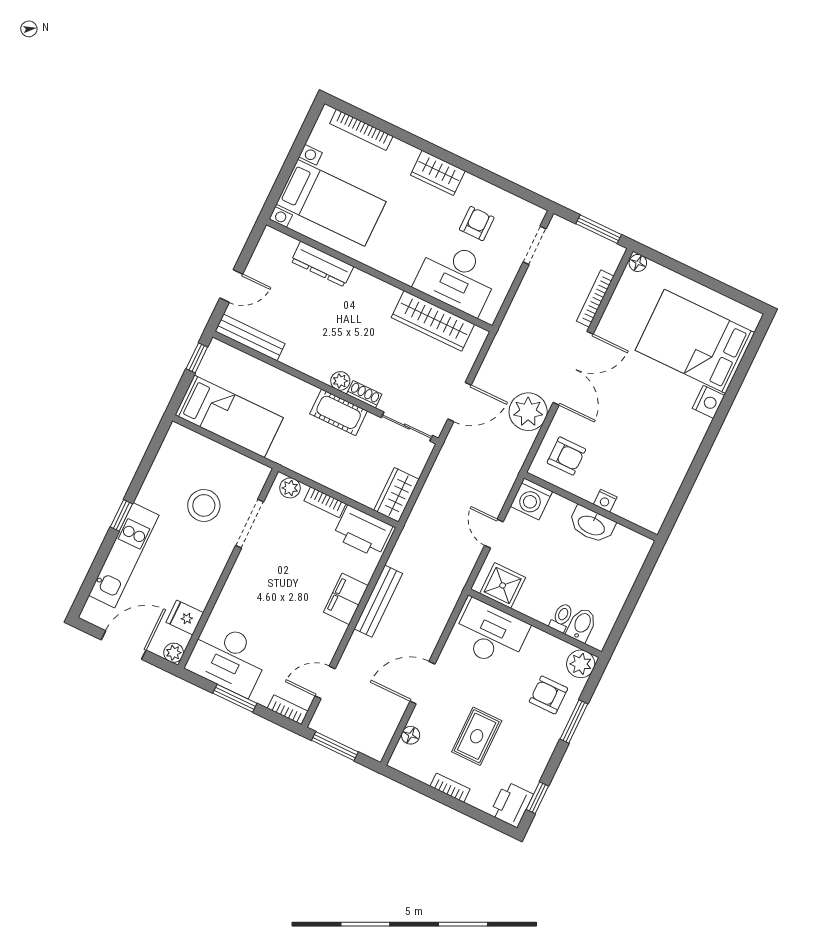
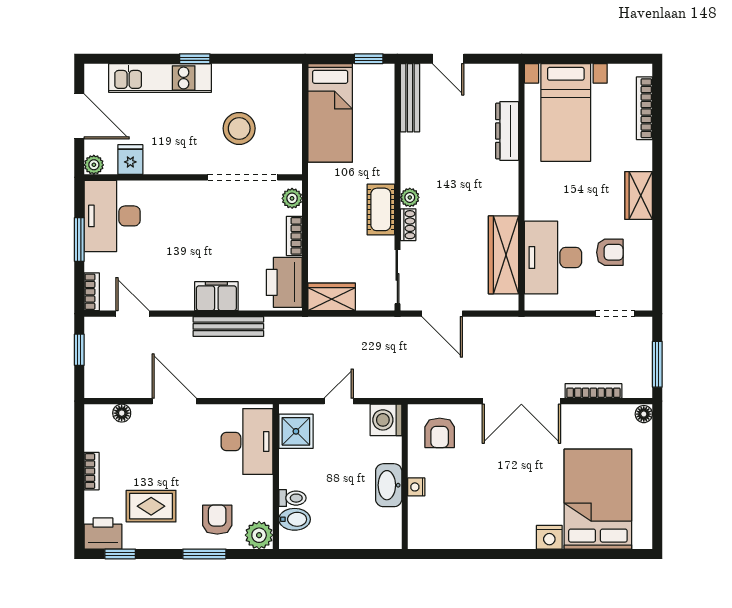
plant: (528, 412) -> (463, 379), removed
doorway: (250, 524) -> (243, 177), width x1.36
rug: (477, 736) -> (151, 506), moved
window: (335, 746) -> (79, 350), width x0.67

